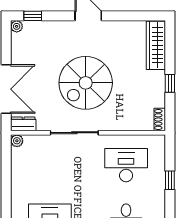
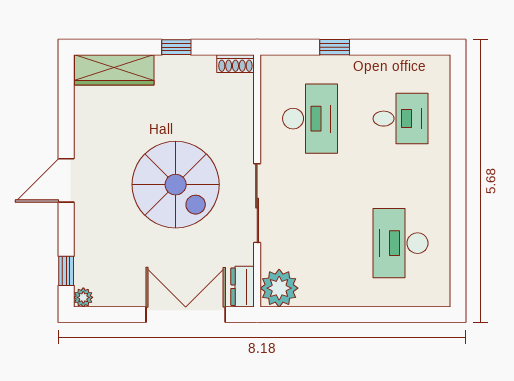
plant: (17, 141) -> (279, 288), width x1.87, depth x1.87
desk: (126, 165) -> (310, 119), turned 180

